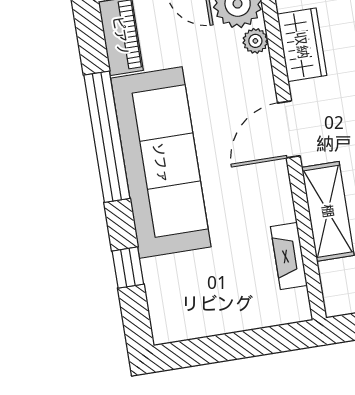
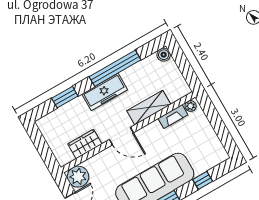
plant: (255, 41) -> (191, 106), moved

